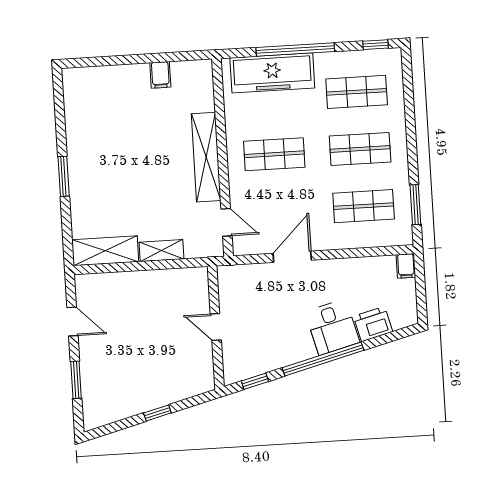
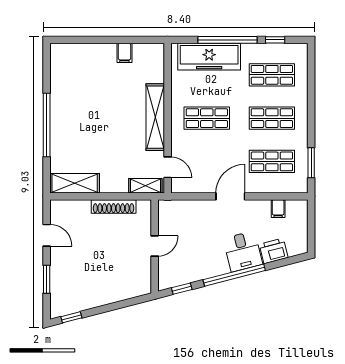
window: (376, 45) -> (275, 40), moved
window: (64, 176) -> (47, 125), width x2.11
shelving: (161, 251) -> (145, 186), moved
door: (292, 257) -> (230, 196), moved
filing cabinet: (406, 266) -> (278, 209), moved
shoe rack: (158, 278) -> (114, 206), added
door: (216, 327) -> (155, 246), swing flipped
window: (157, 413) -> (71, 317), moved

